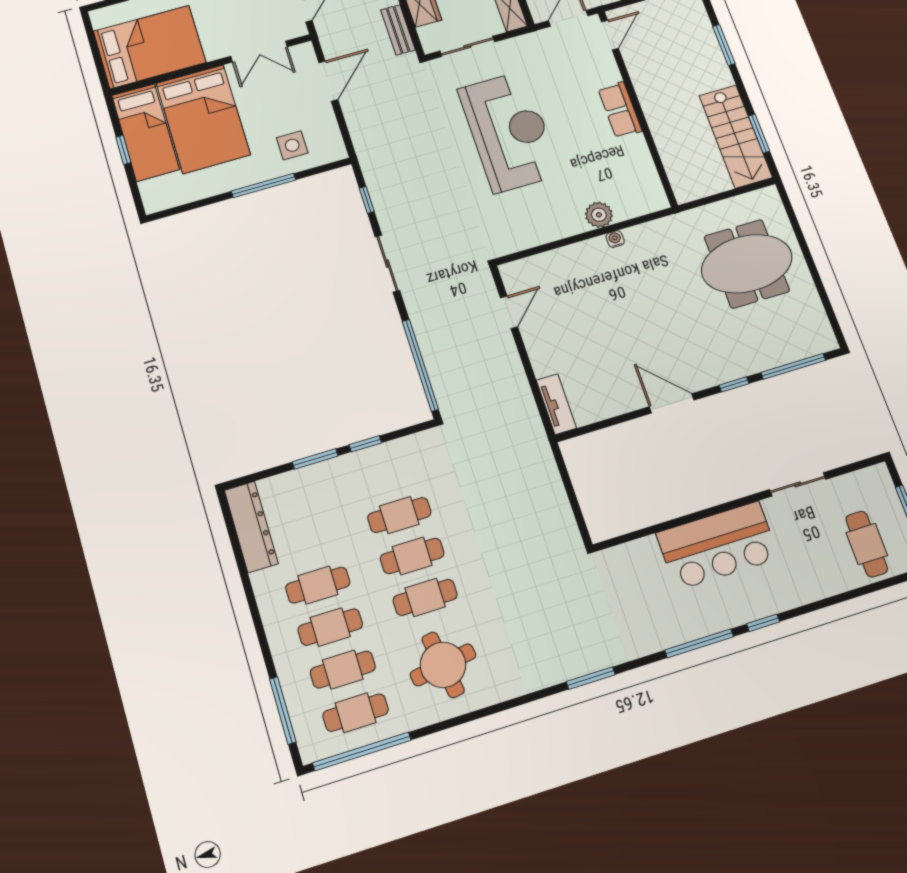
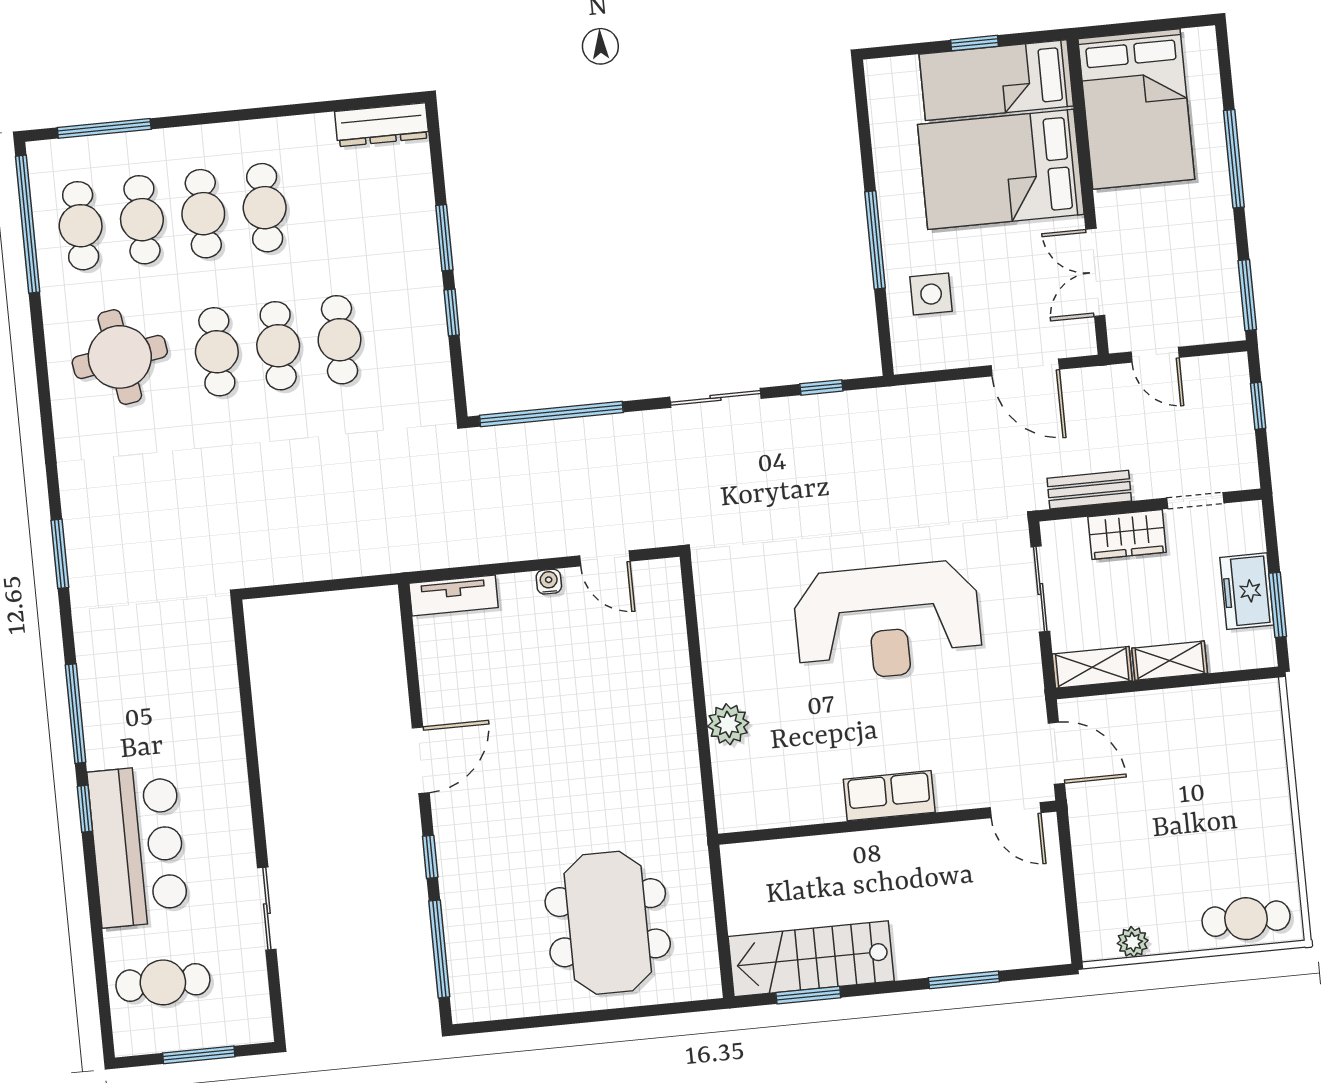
water cooler: (615, 239) -> (549, 582), moved, turned -90
dresser: (251, 527) -> (382, 125), width x0.73, depth x0.80
bar counter: (718, 546) -> (138, 846), moved, turned 180

